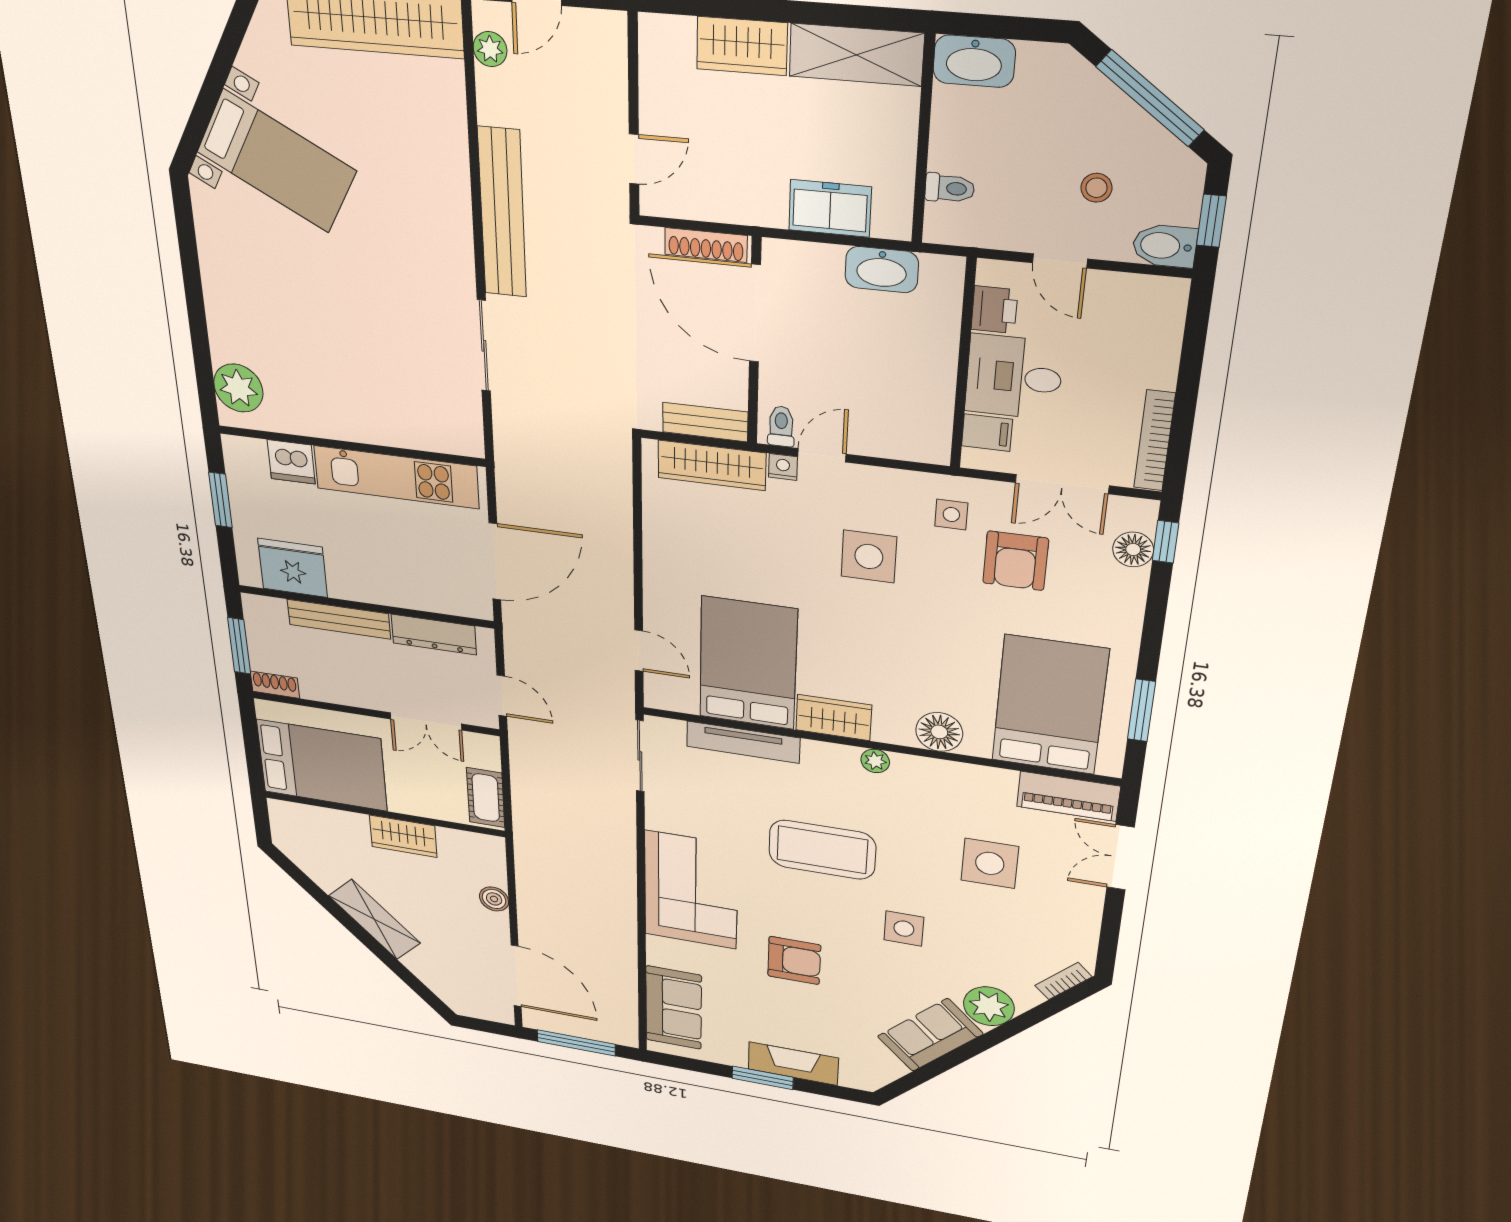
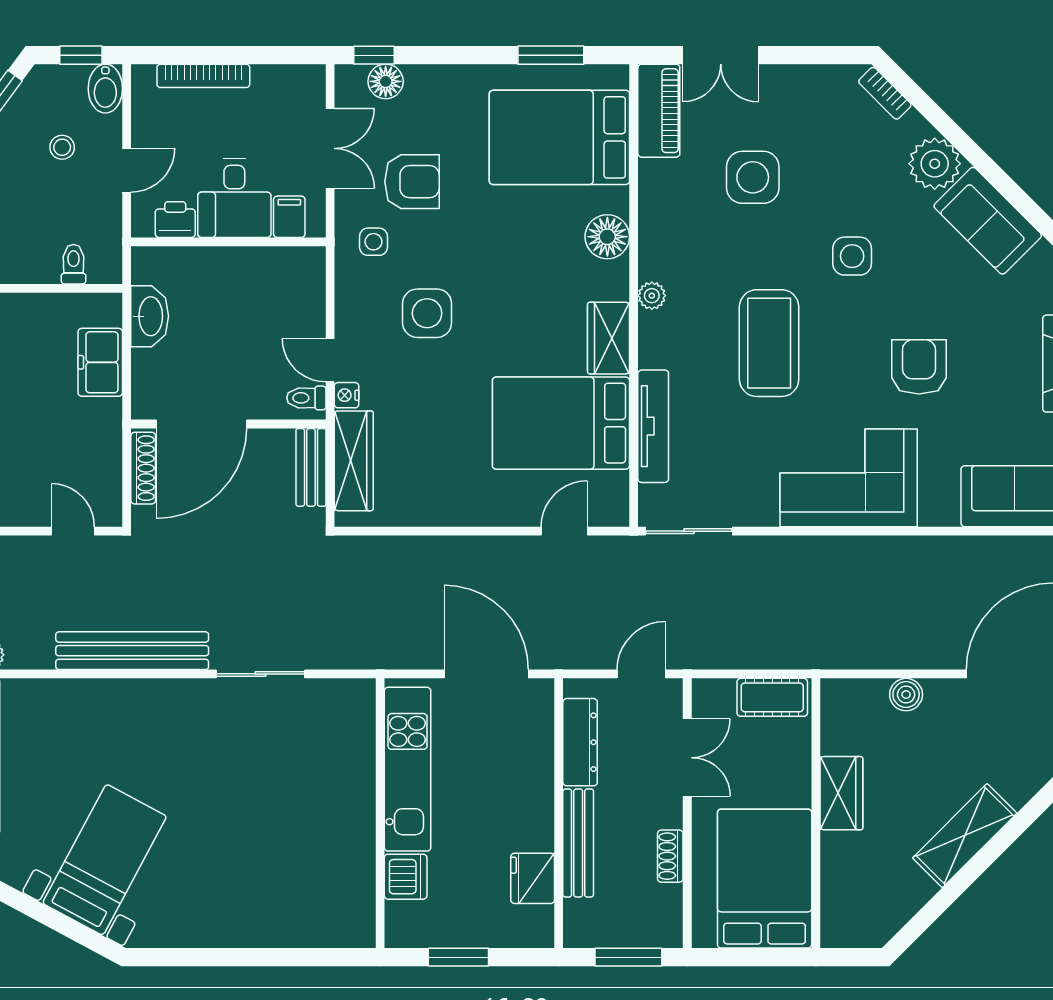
plant: (238, 388) -> (333, 923), removed
bookcase: (1154, 441) -> (203, 76), moved
fridge: (293, 568) -> (533, 878), width x0.73, depth x0.75
shoe rack: (275, 685) -> (670, 856), moved

